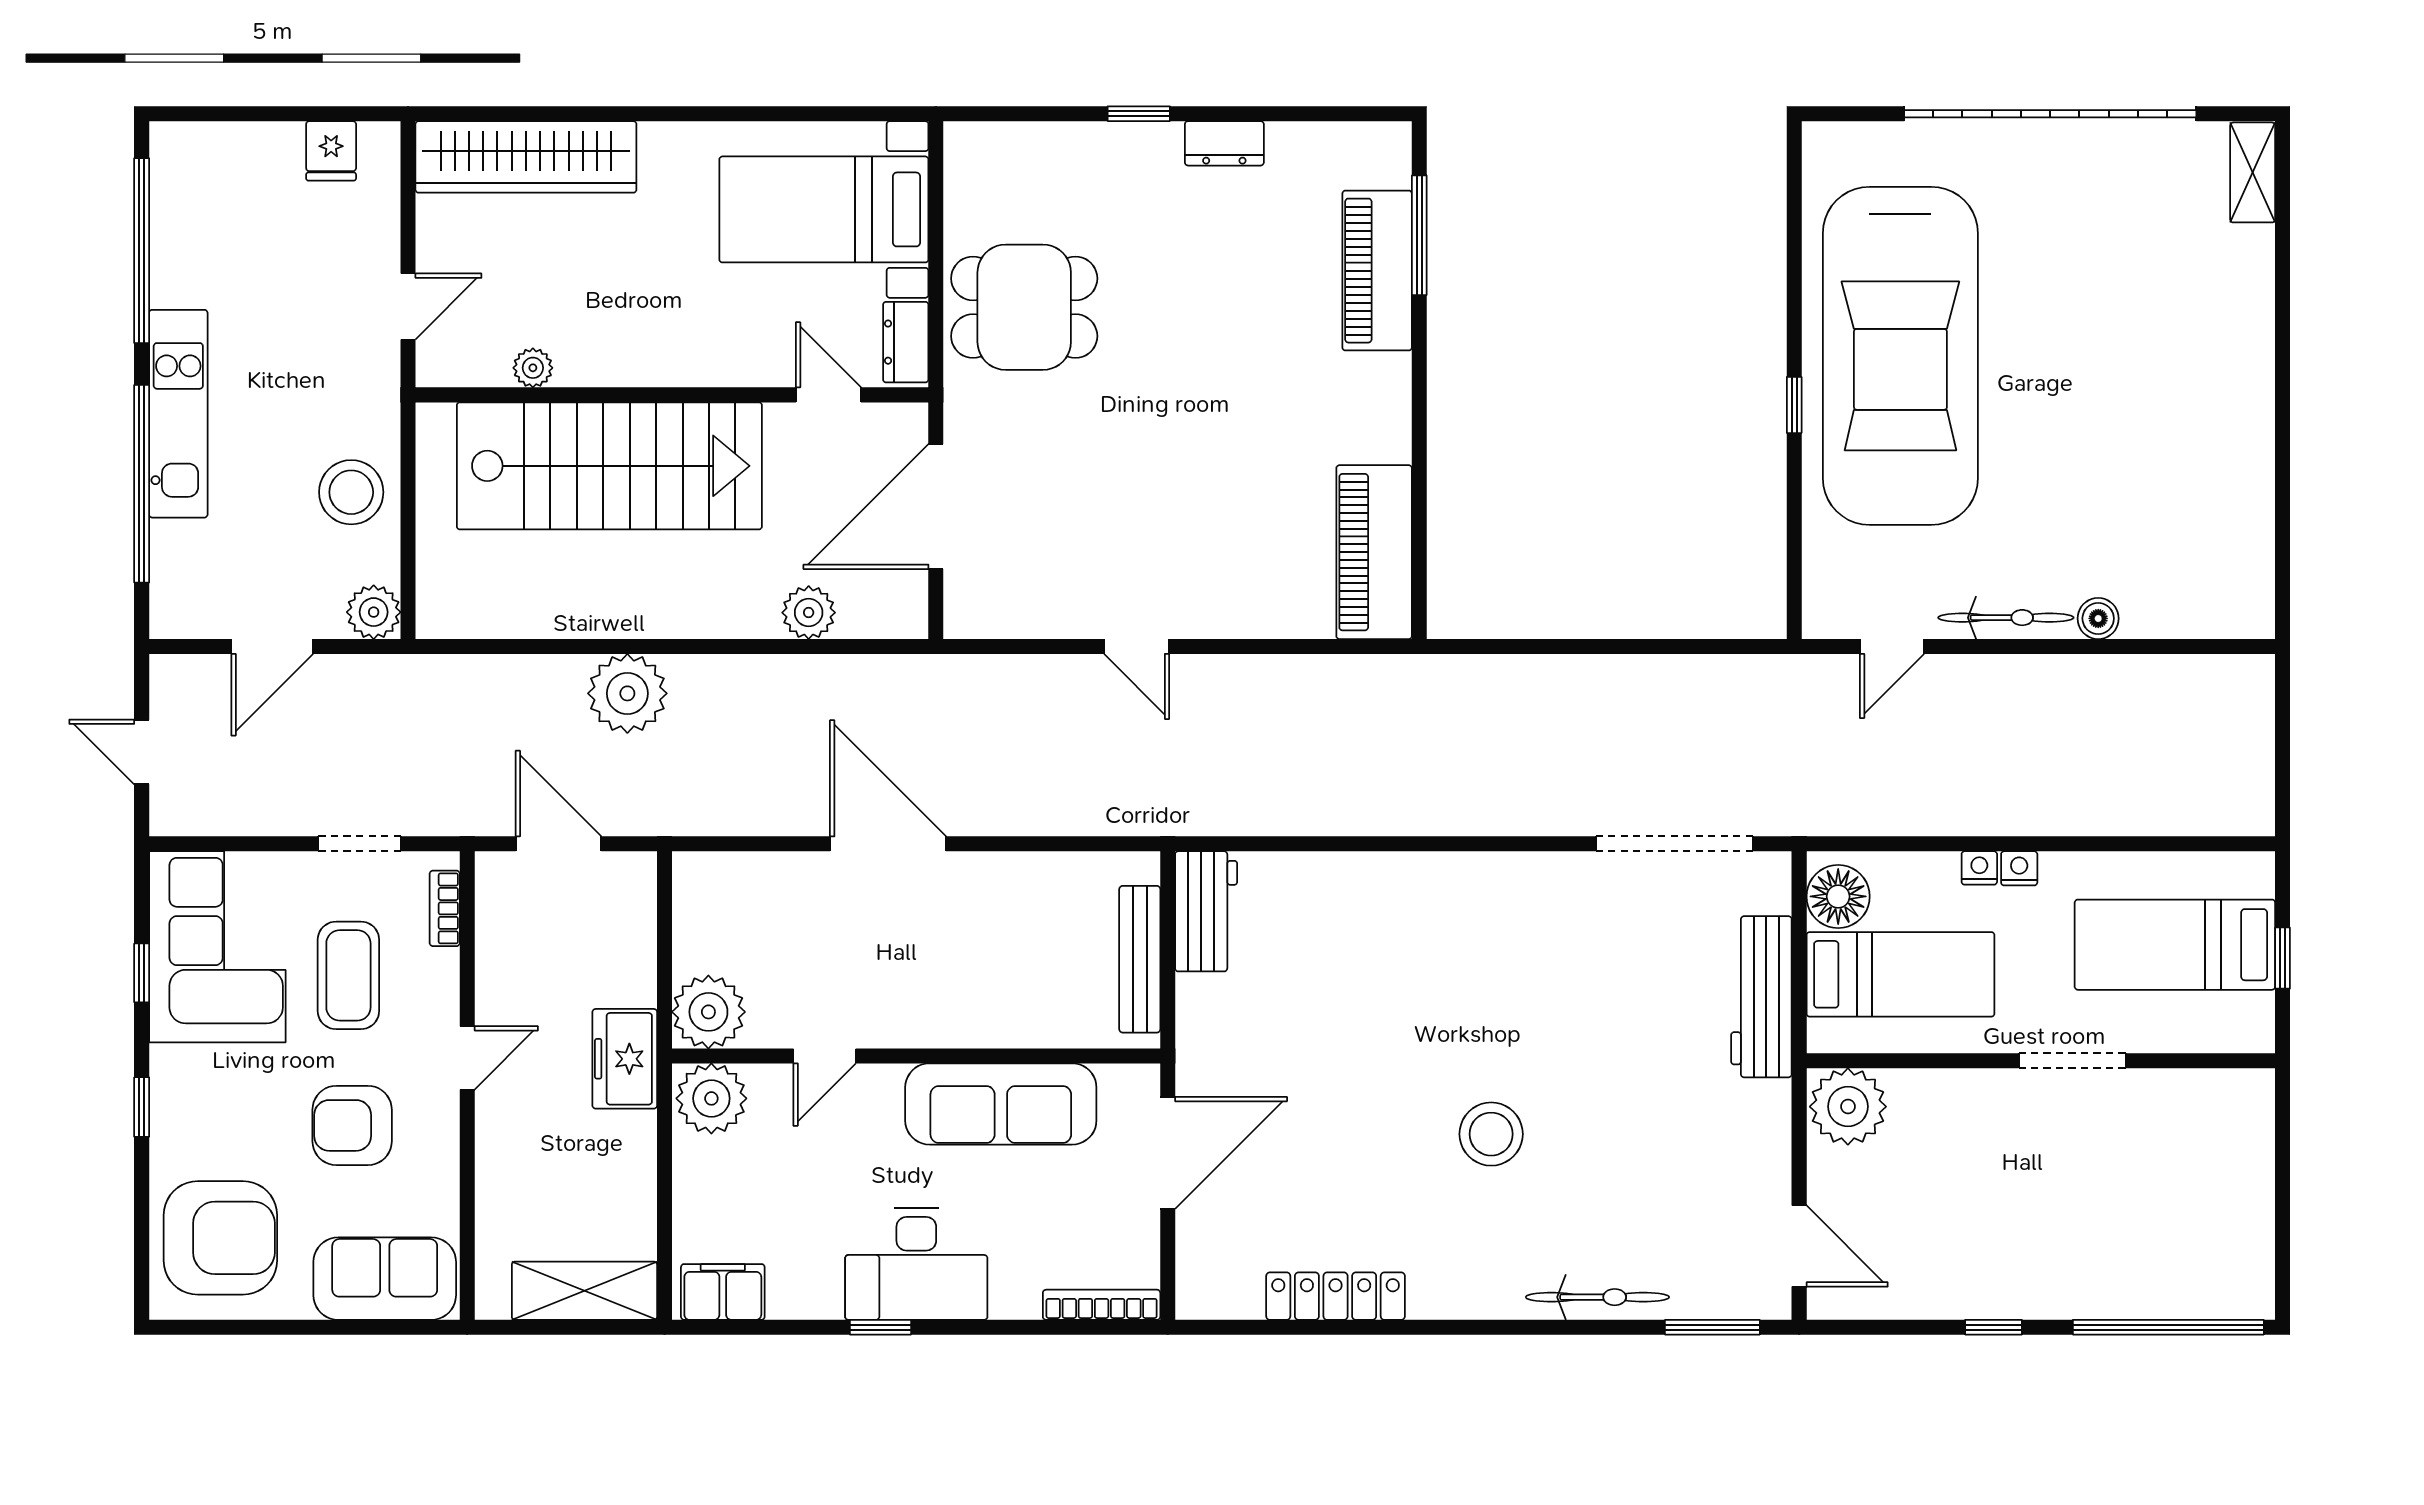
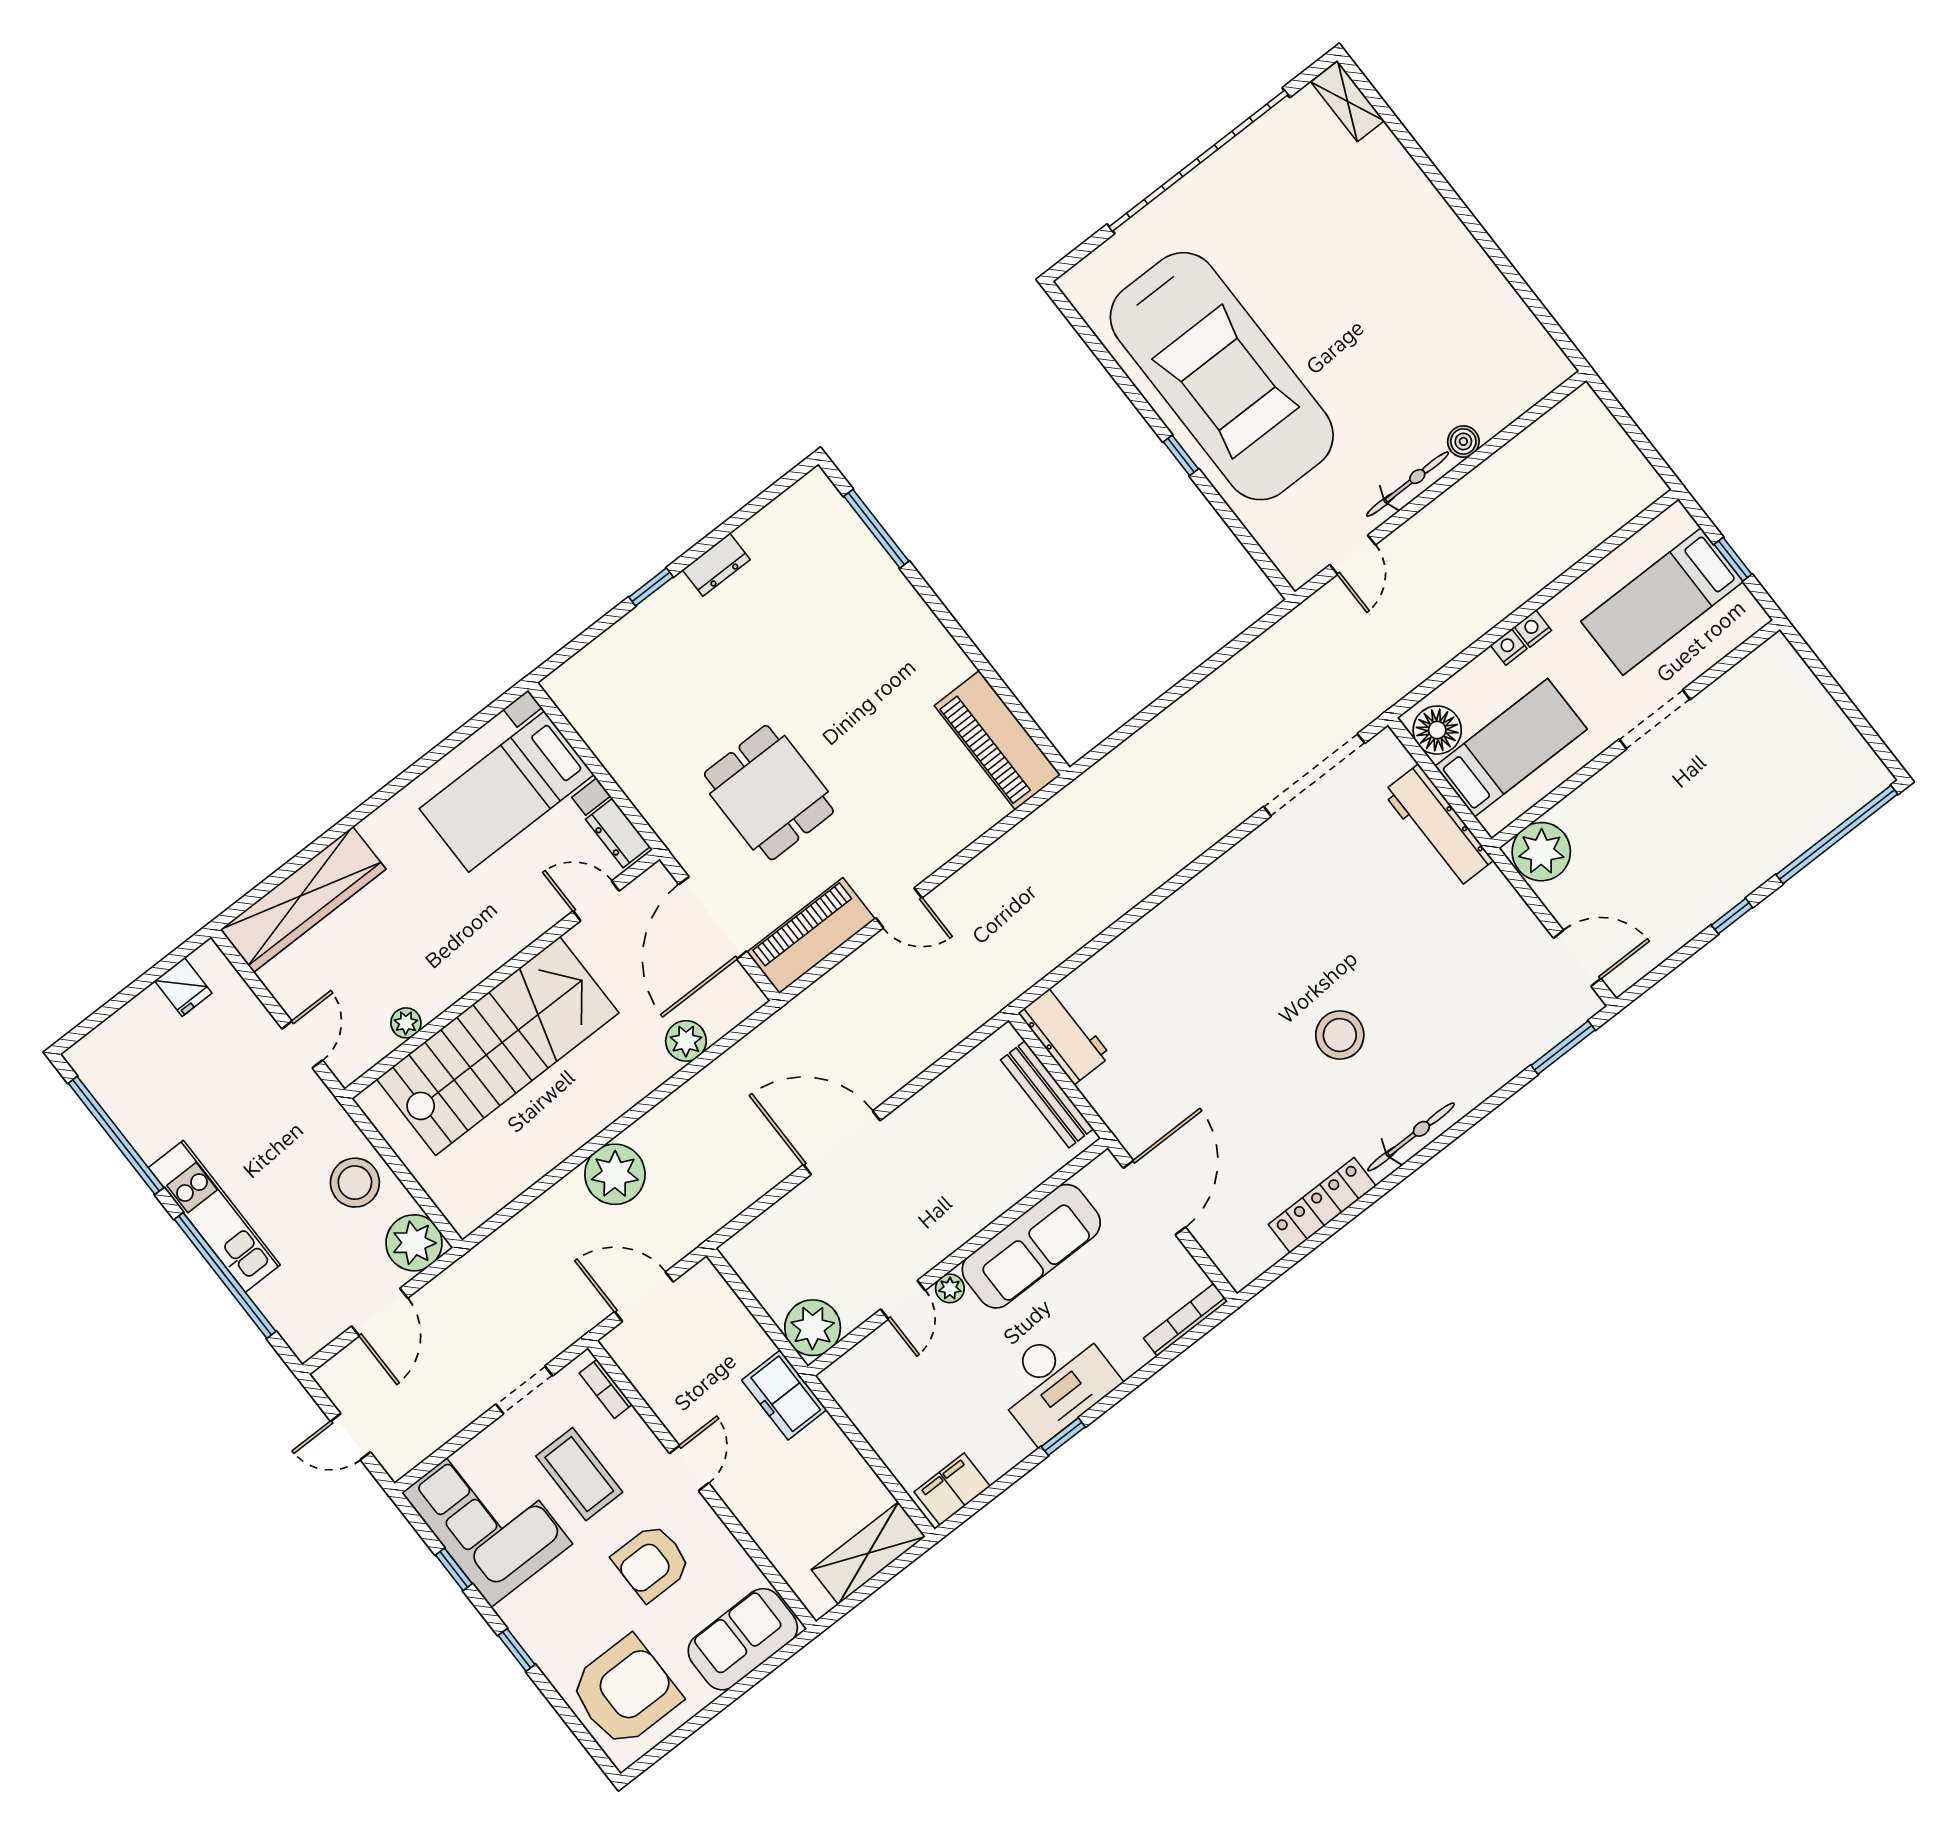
piano: (1377, 271) -> (811, 936), moved, turned 90
dining table: (1024, 307) -> (769, 793), moved, turned 90
plant: (374, 612) -> (414, 1243), width x1.36, depth x1.36
plant: (711, 1098) -> (950, 1288), moved, width x0.53, depth x0.53
bicycle: (1597, 1297) -> (1411, 1137), moved

